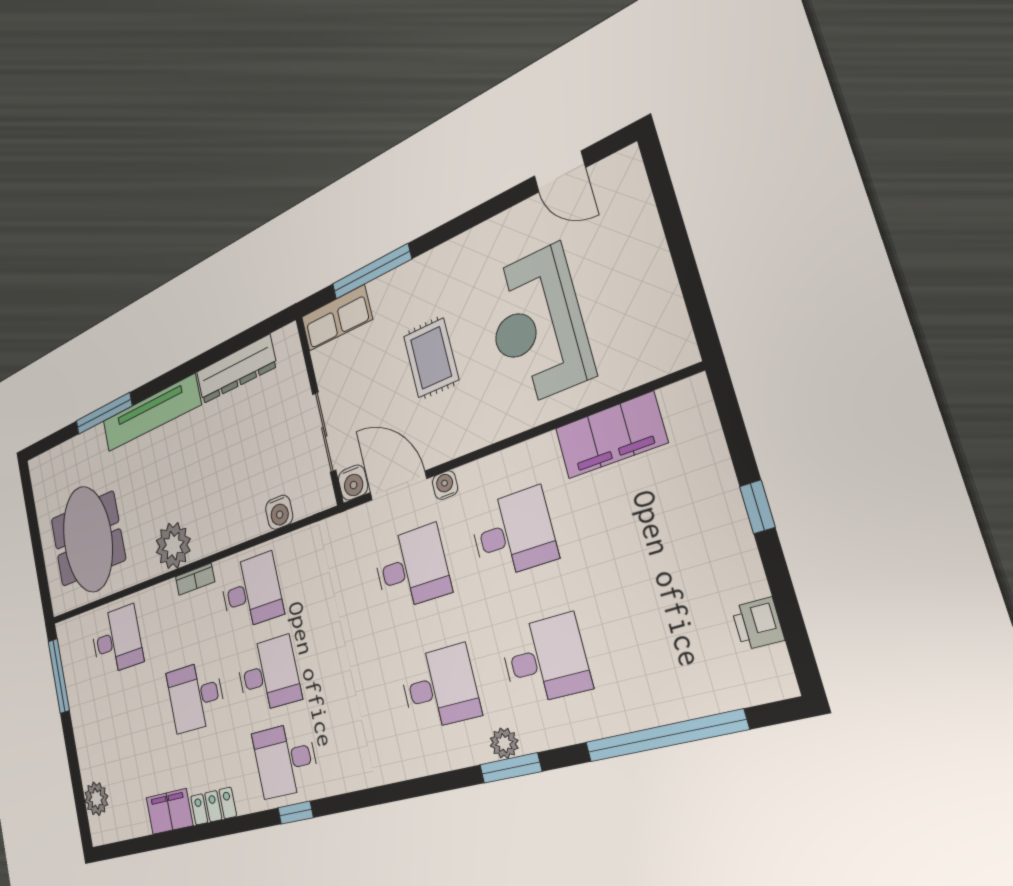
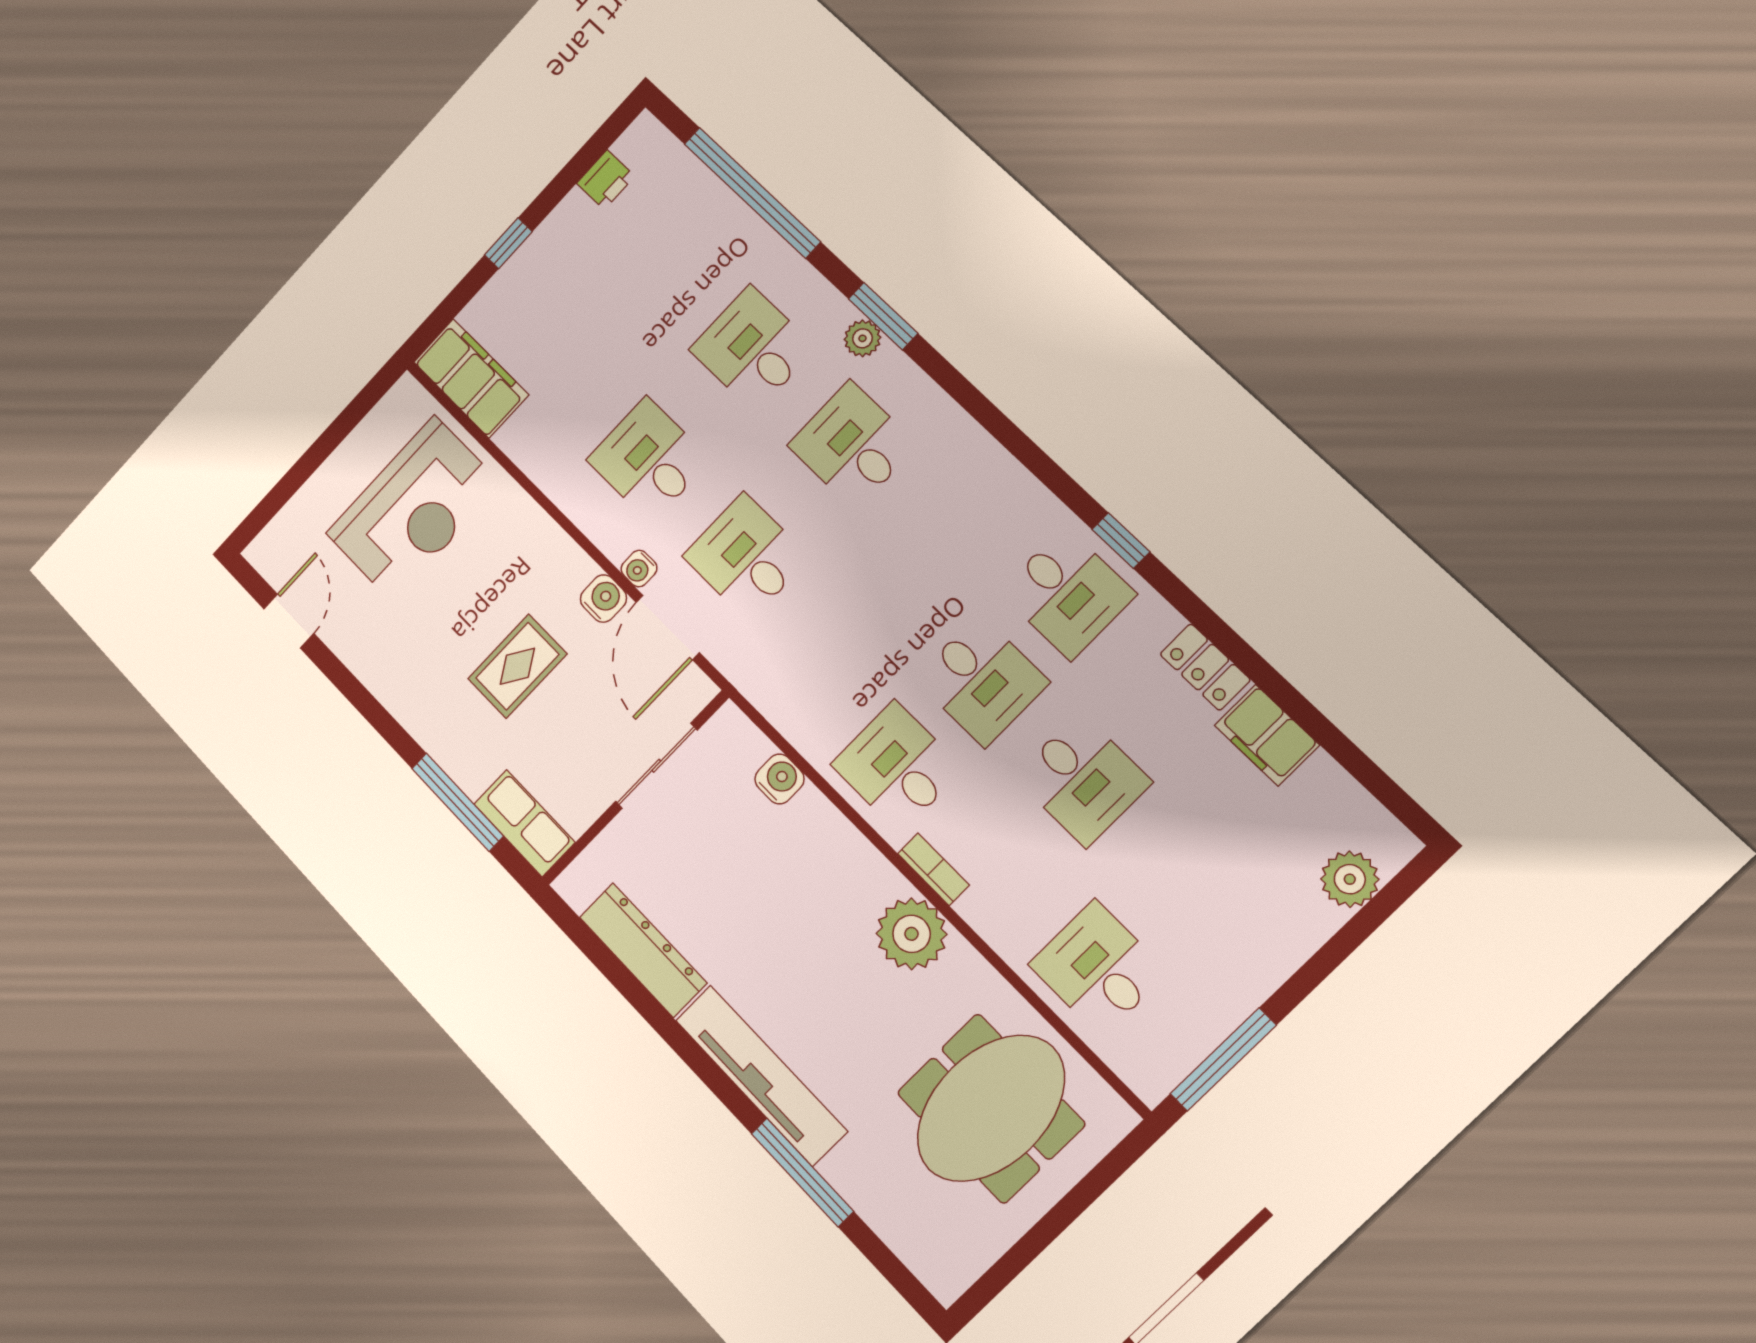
reception desk: (537, 326) -> (413, 509), moved
filing cabinet: (610, 435) -> (471, 378), moved
water cooler: (353, 483) -> (603, 599), moved
desk: (268, 675) -> (982, 680), turned 180

